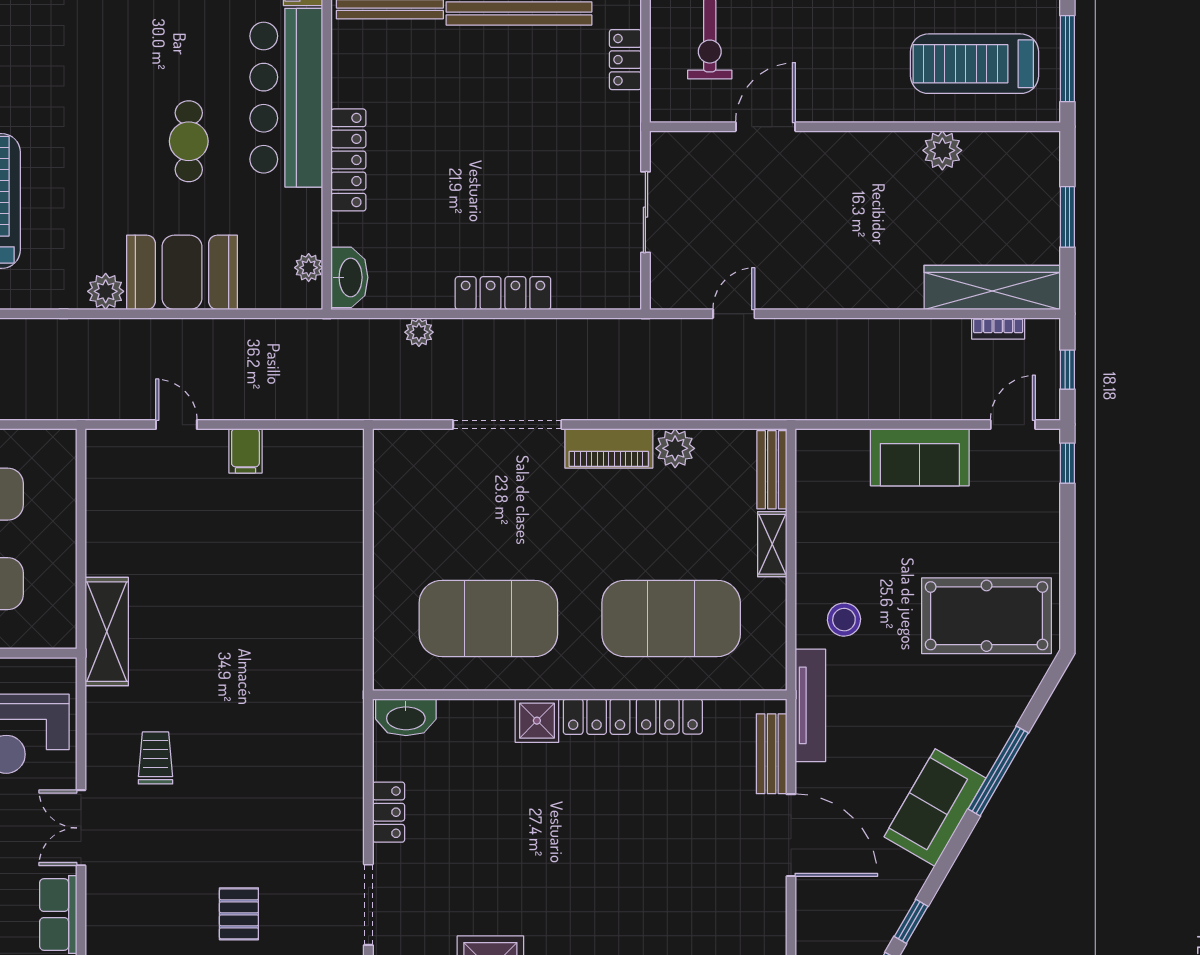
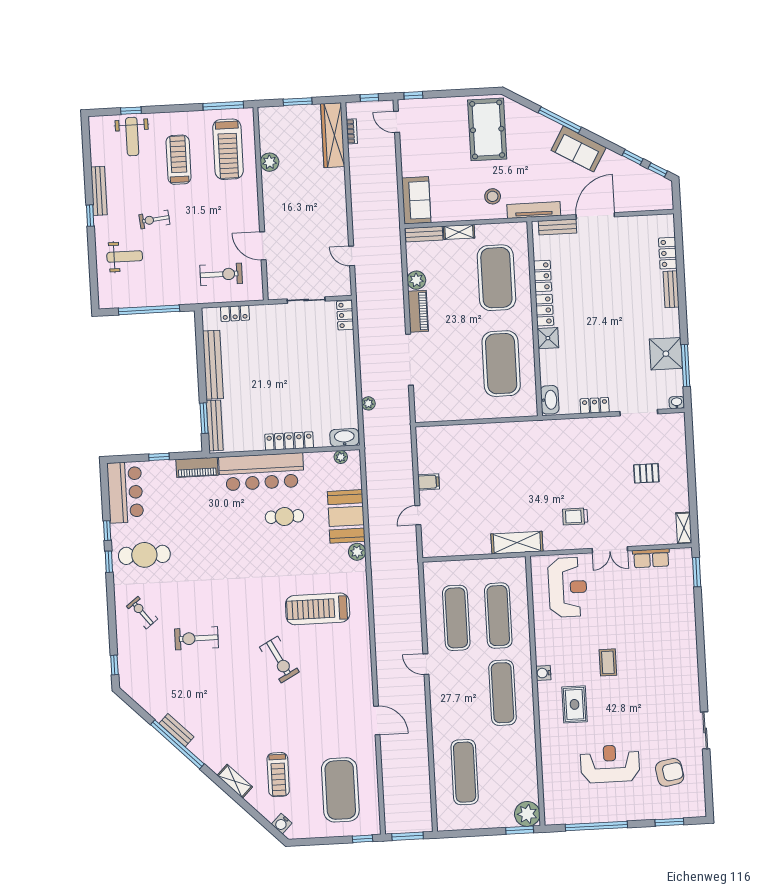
locker: (503, 293) -> (345, 315), moved, width x0.66
sofa: (920, 457) -> (416, 200), moved

